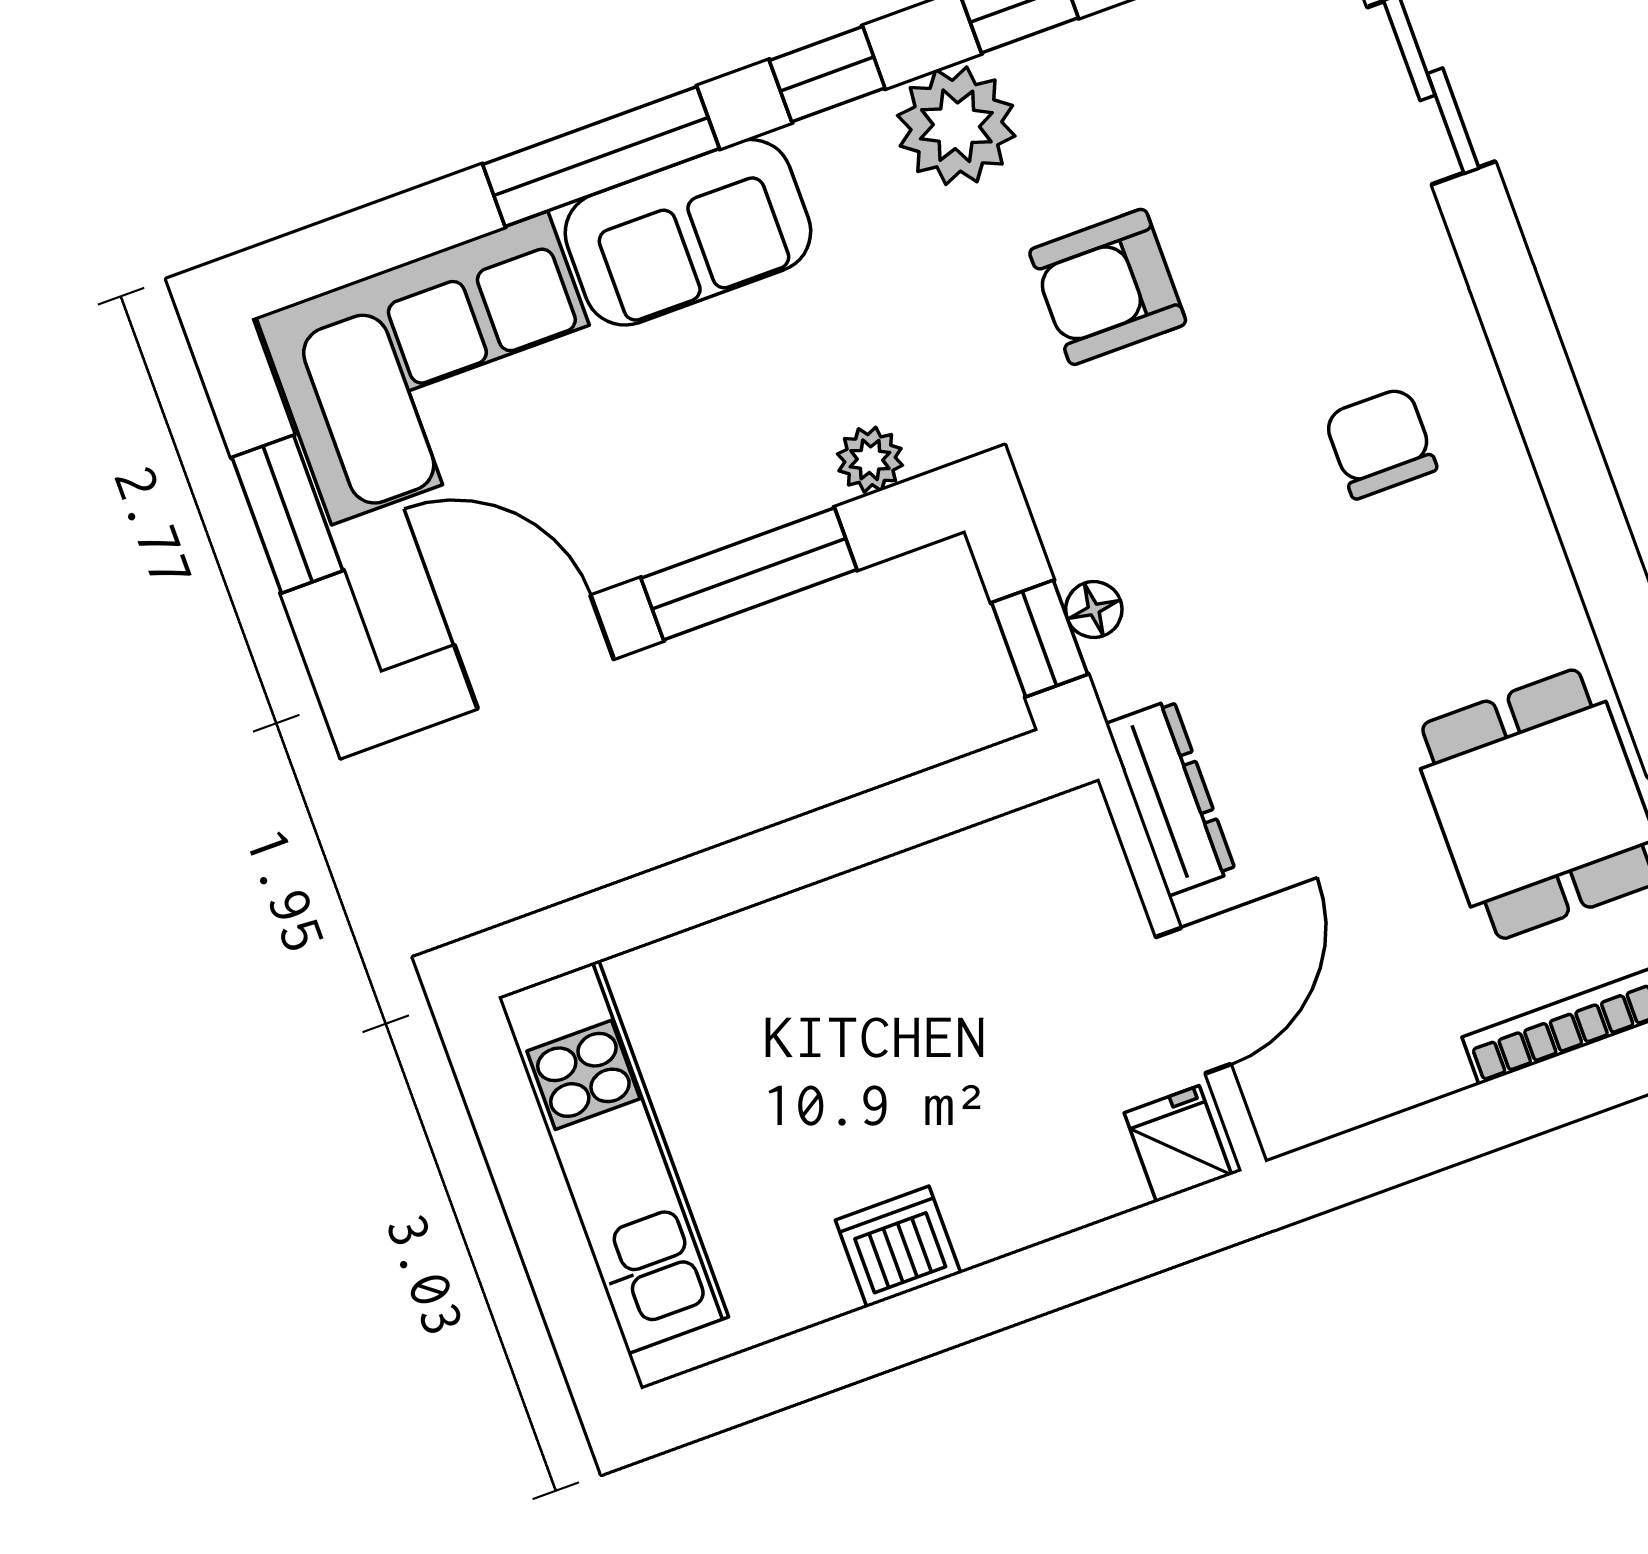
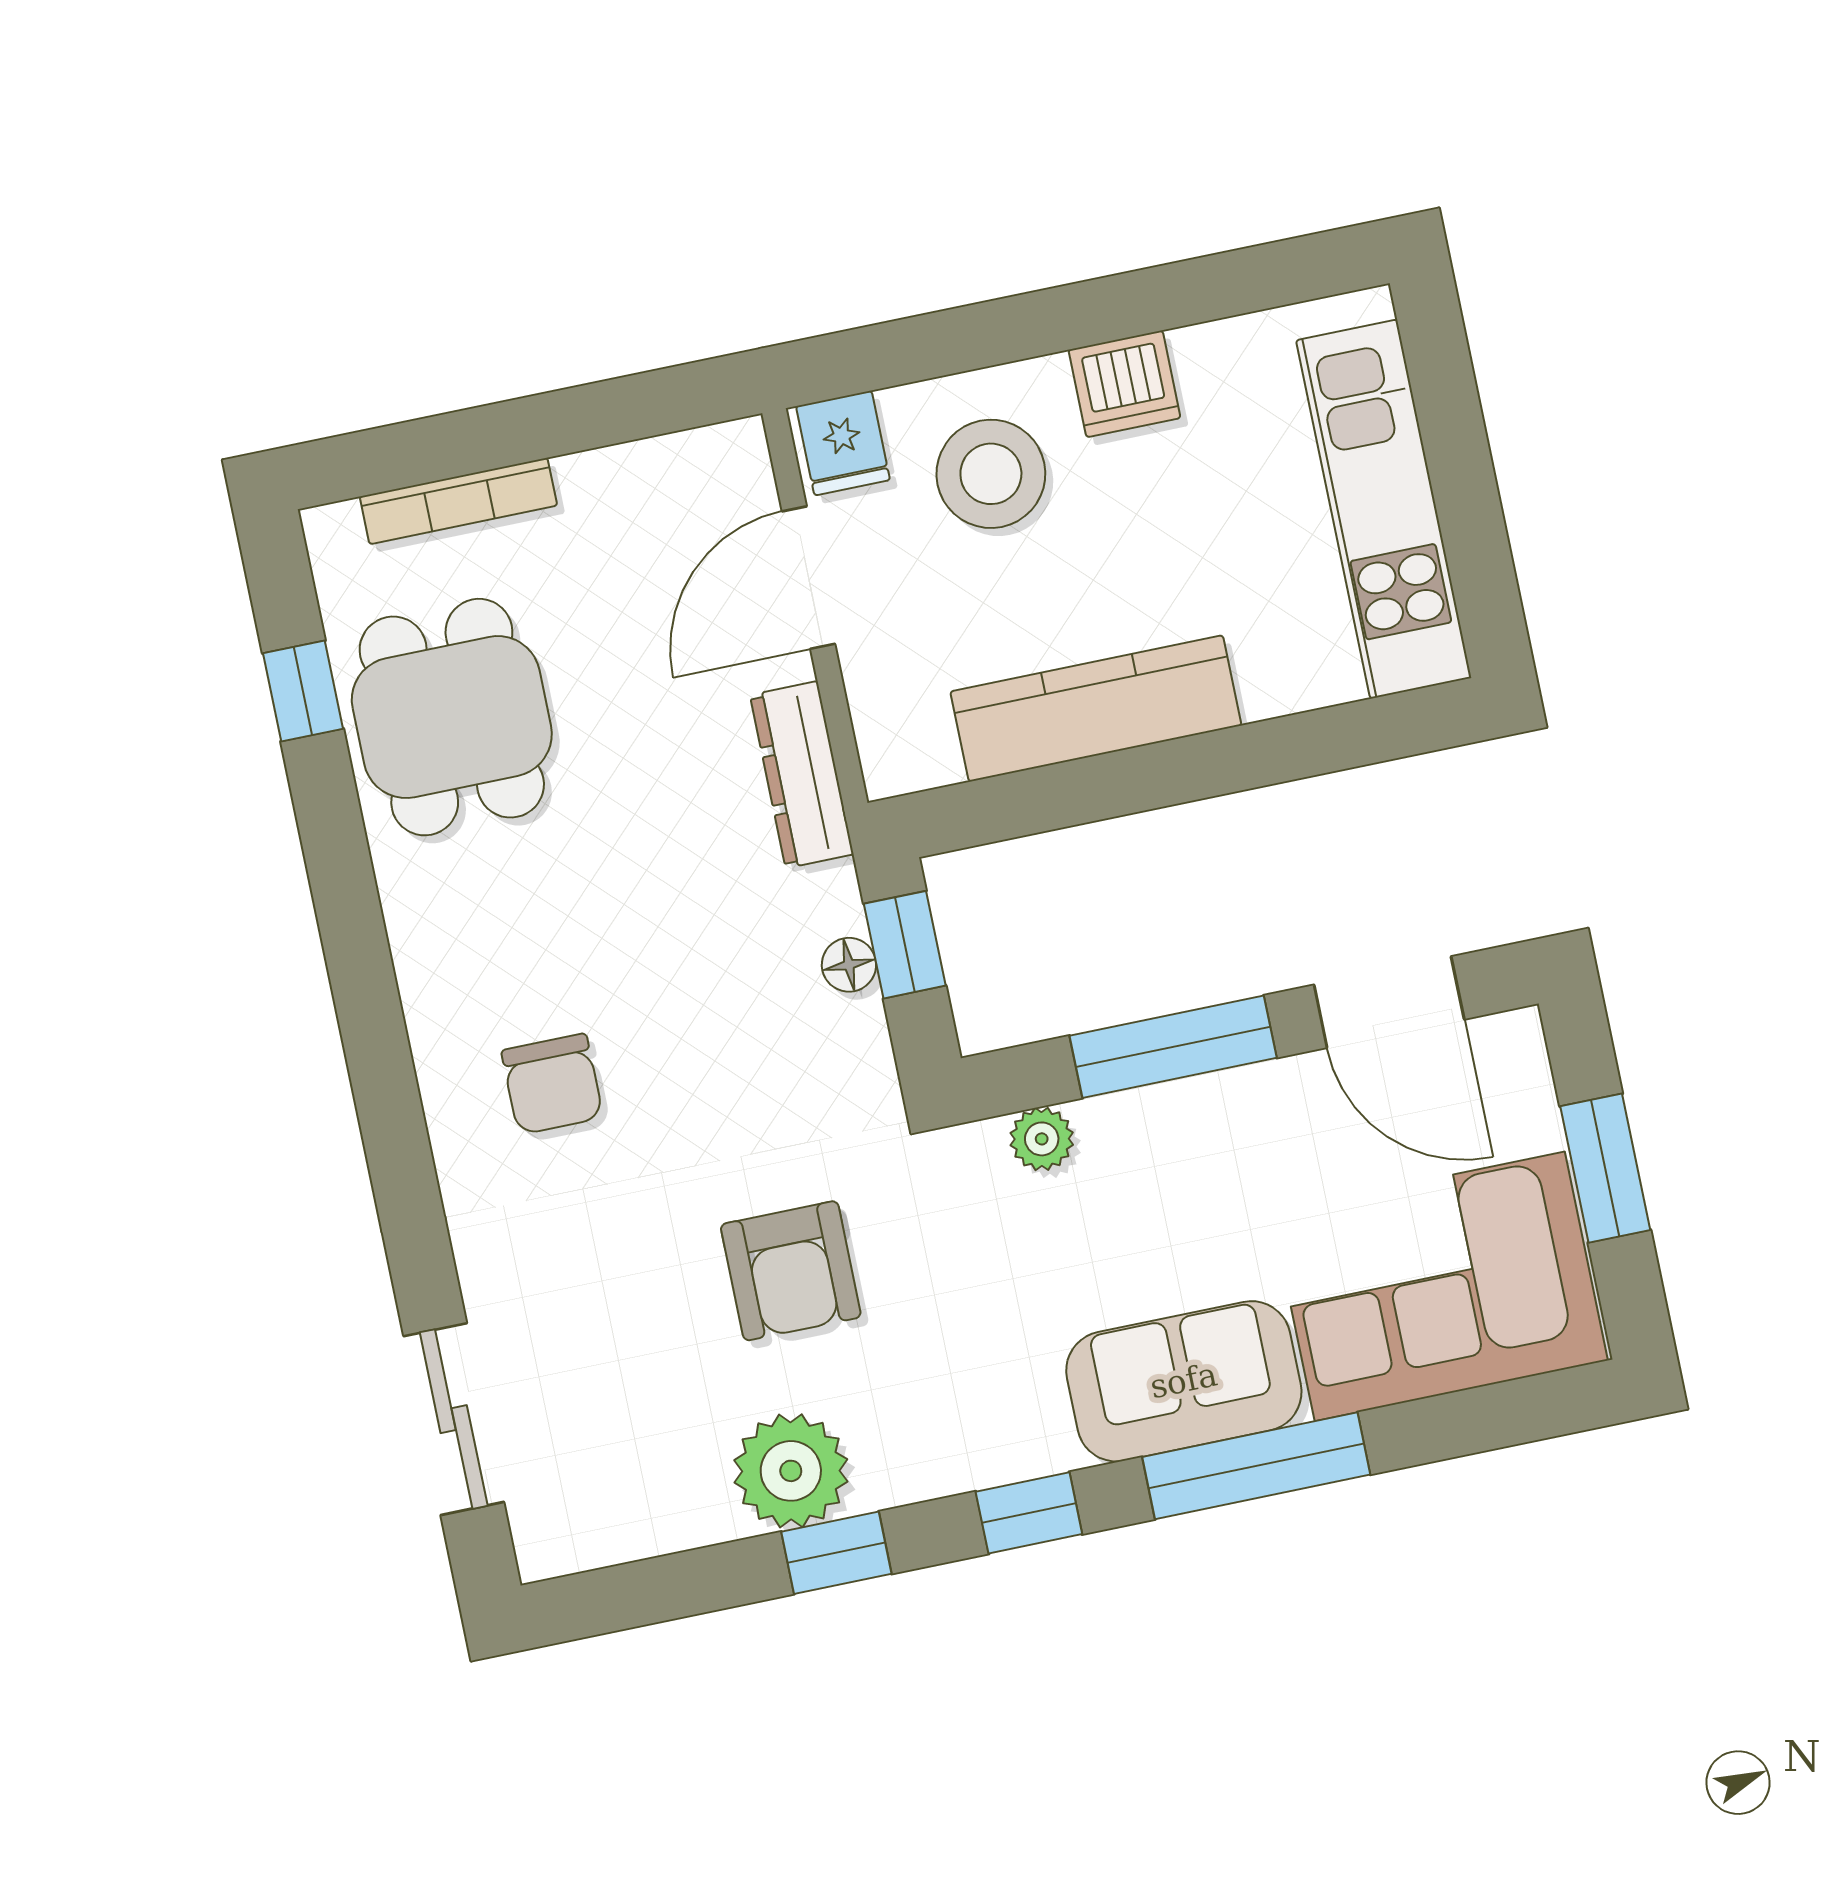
plant: (956, 126) -> (791, 1471), moved
armchair: (1108, 287) -> (791, 1271), turned 90
kitchen counter: (879, 909) -> (1096, 709), added
stool: (1022, 1134) -> (991, 474), added

